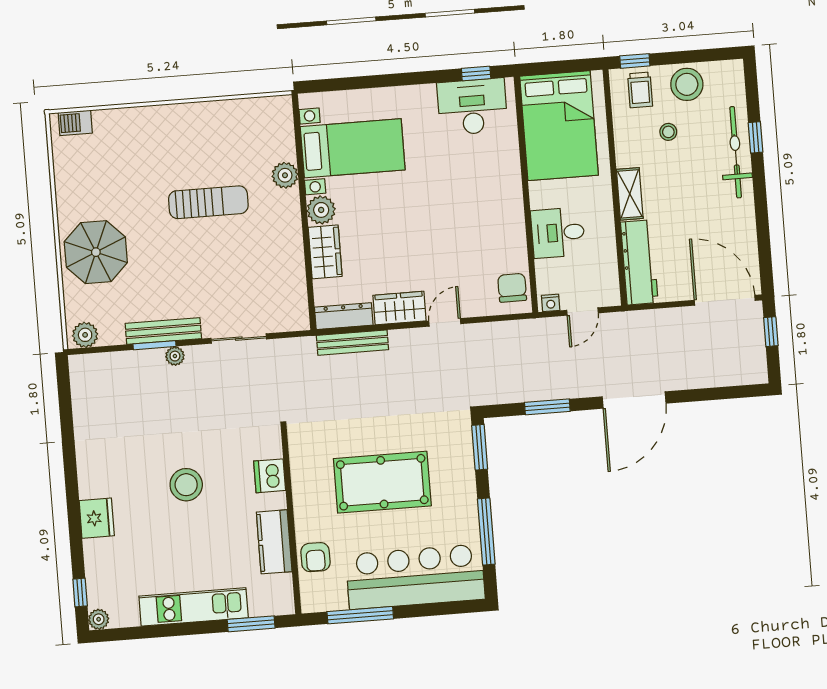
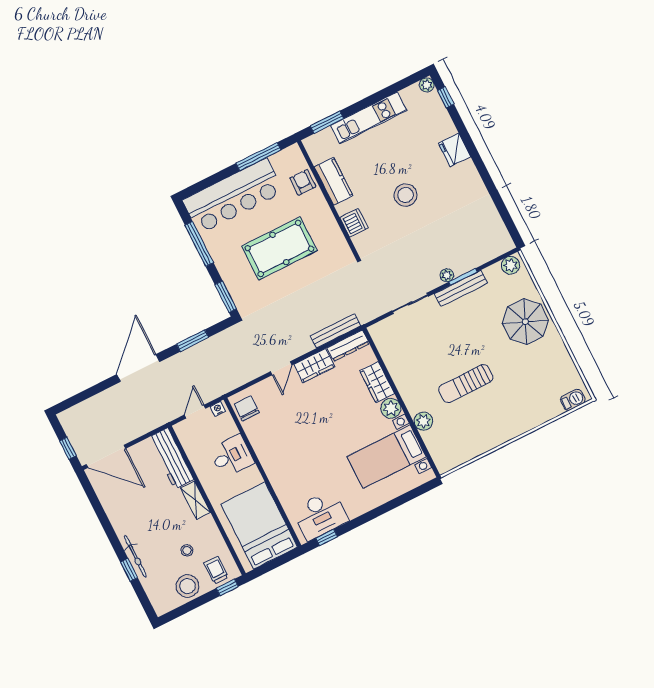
bicycle: (736, 152) -> (135, 556), width x0.73, depth x0.71
chair: (512, 288) -> (247, 408), turned 180

